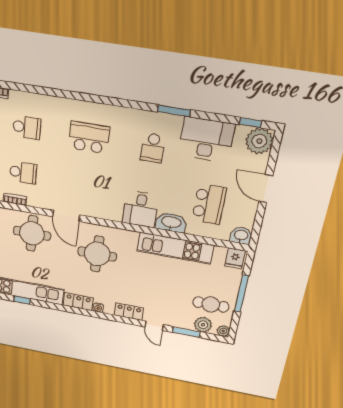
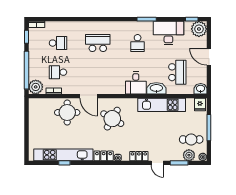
school desk: (23, 173) -> (58, 72), turned 180
round table: (97, 254) -> (112, 119), turned 30

